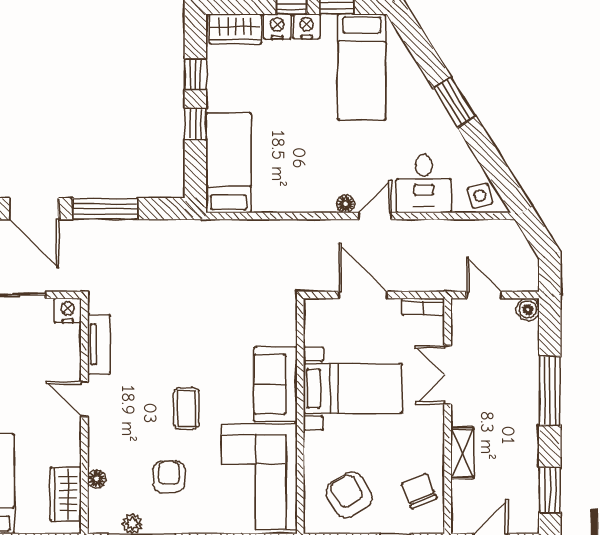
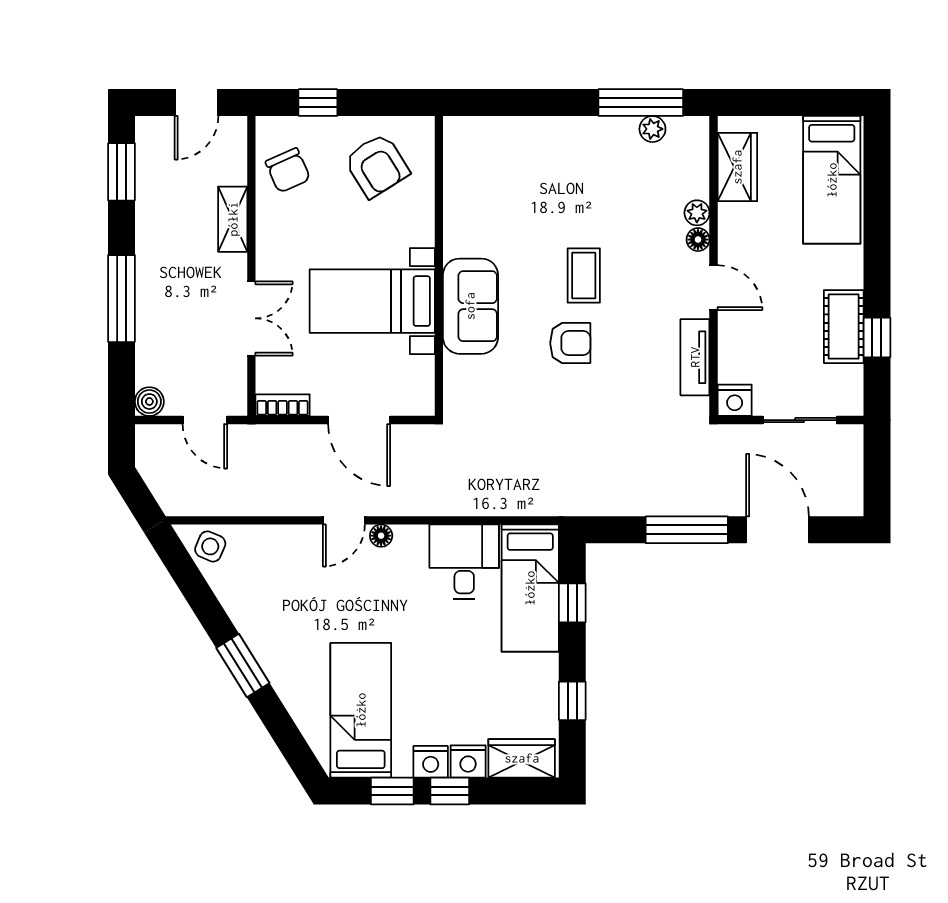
window: (195, 124) -> (572, 603), moved
desk: (424, 183) -> (464, 562), moved
side table: (480, 196) -> (210, 546), turned 38
plant: (97, 458) -> (697, 213), added
armchair: (169, 477) -> (570, 343), moved, turned -90
corner sofa: (259, 477) -> (491, 189), removed
floor lamp: (97, 479) -> (698, 240), moved

